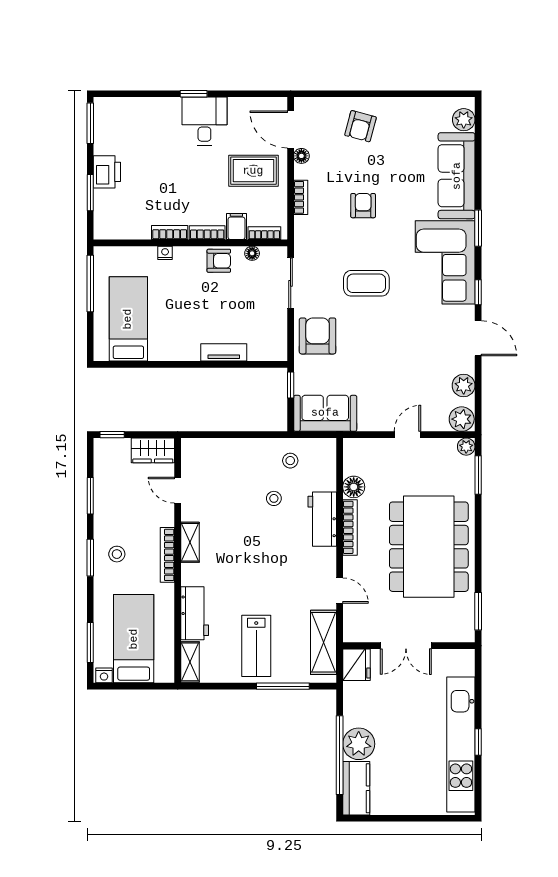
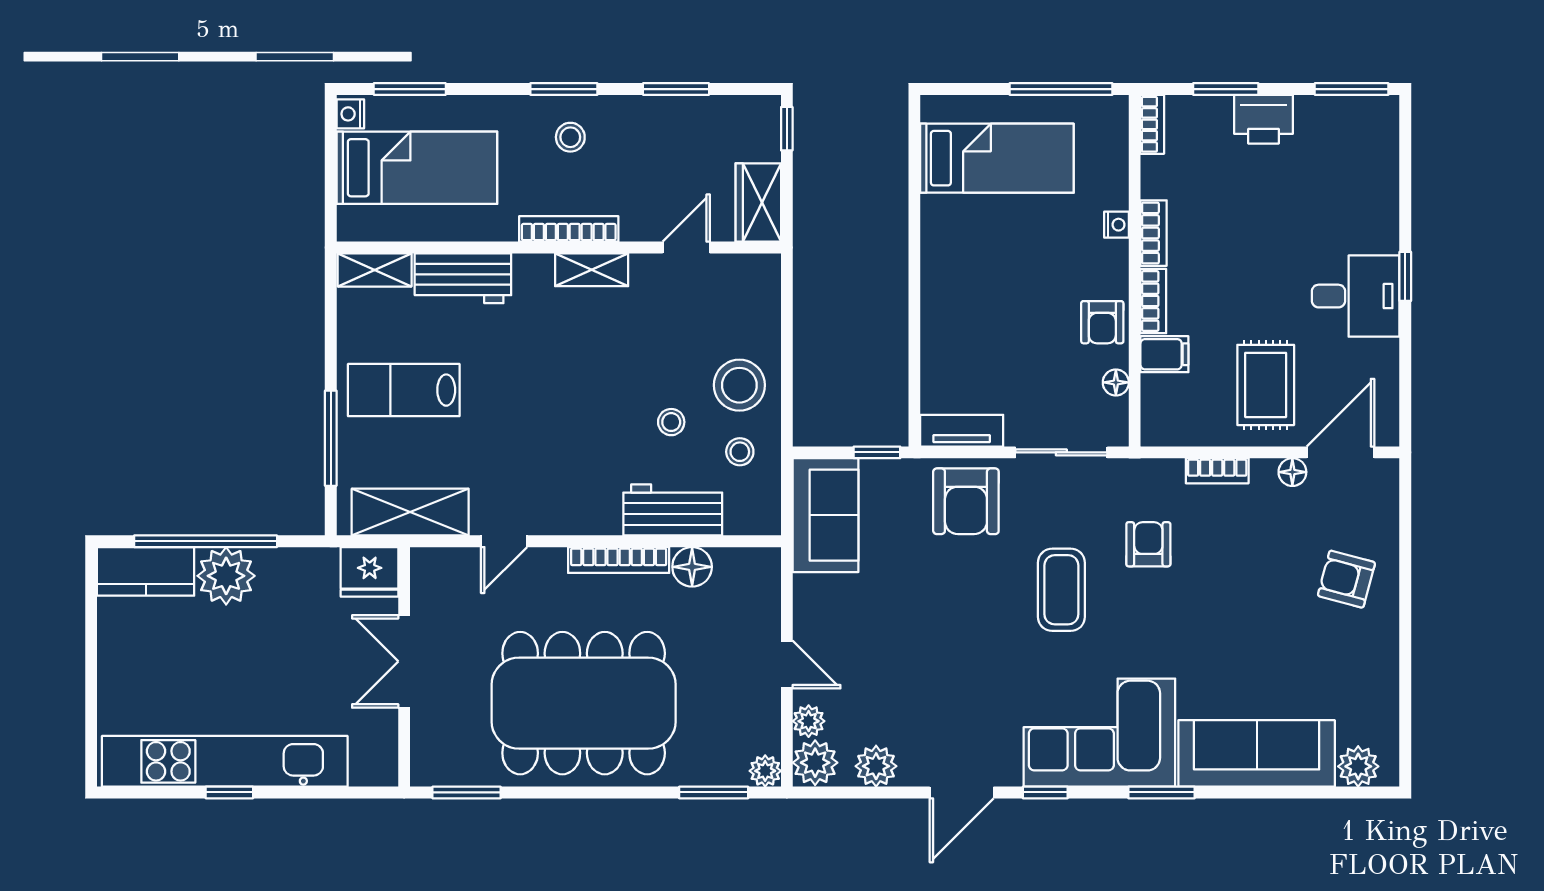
armchair: (363, 206) -> (1148, 544), moved, turned -90
bookcase: (264, 233) -> (1152, 124), moved
armchair: (318, 336) -> (966, 501), turned 90
tv unit: (224, 352) -> (962, 431), moved, turned -90
plant: (439, 423) -> (809, 721), added
stool: (254, 461) -> (739, 385), added
workbench: (322, 519) -> (673, 510), moved

